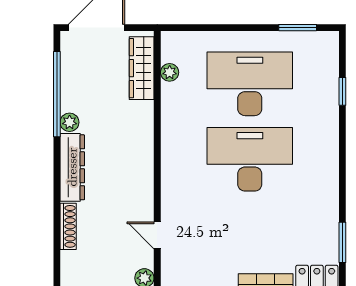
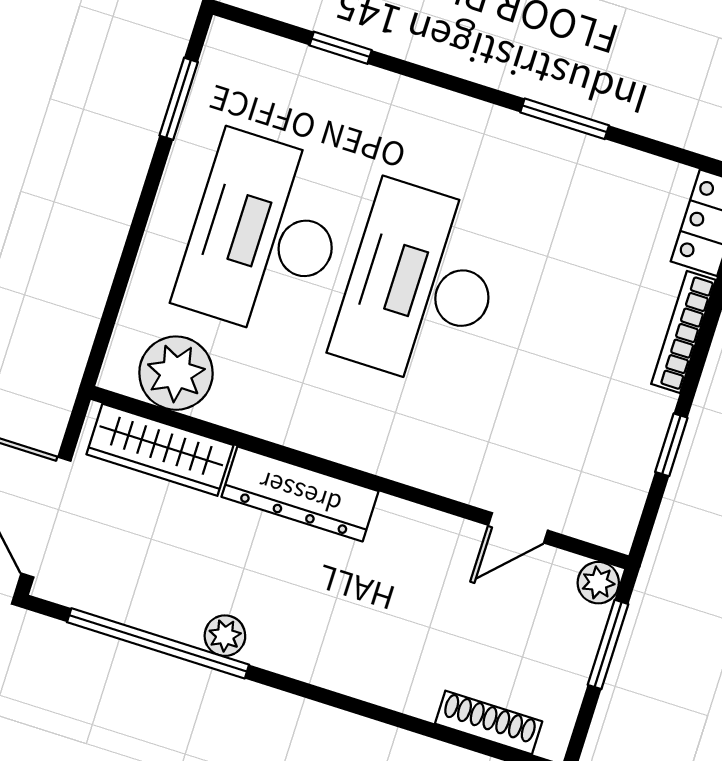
plant: (170, 72) -> (176, 373), width x1.87, depth x1.87
dresser: (72, 167) -> (300, 494), moved, turned 180
shoe rack: (68, 226) -> (489, 722), moved
window: (342, 242) -> (565, 119), moved

